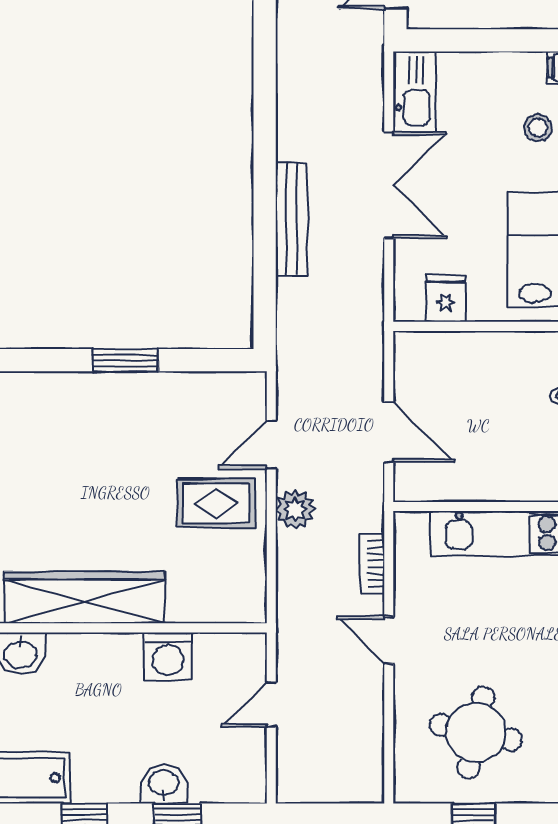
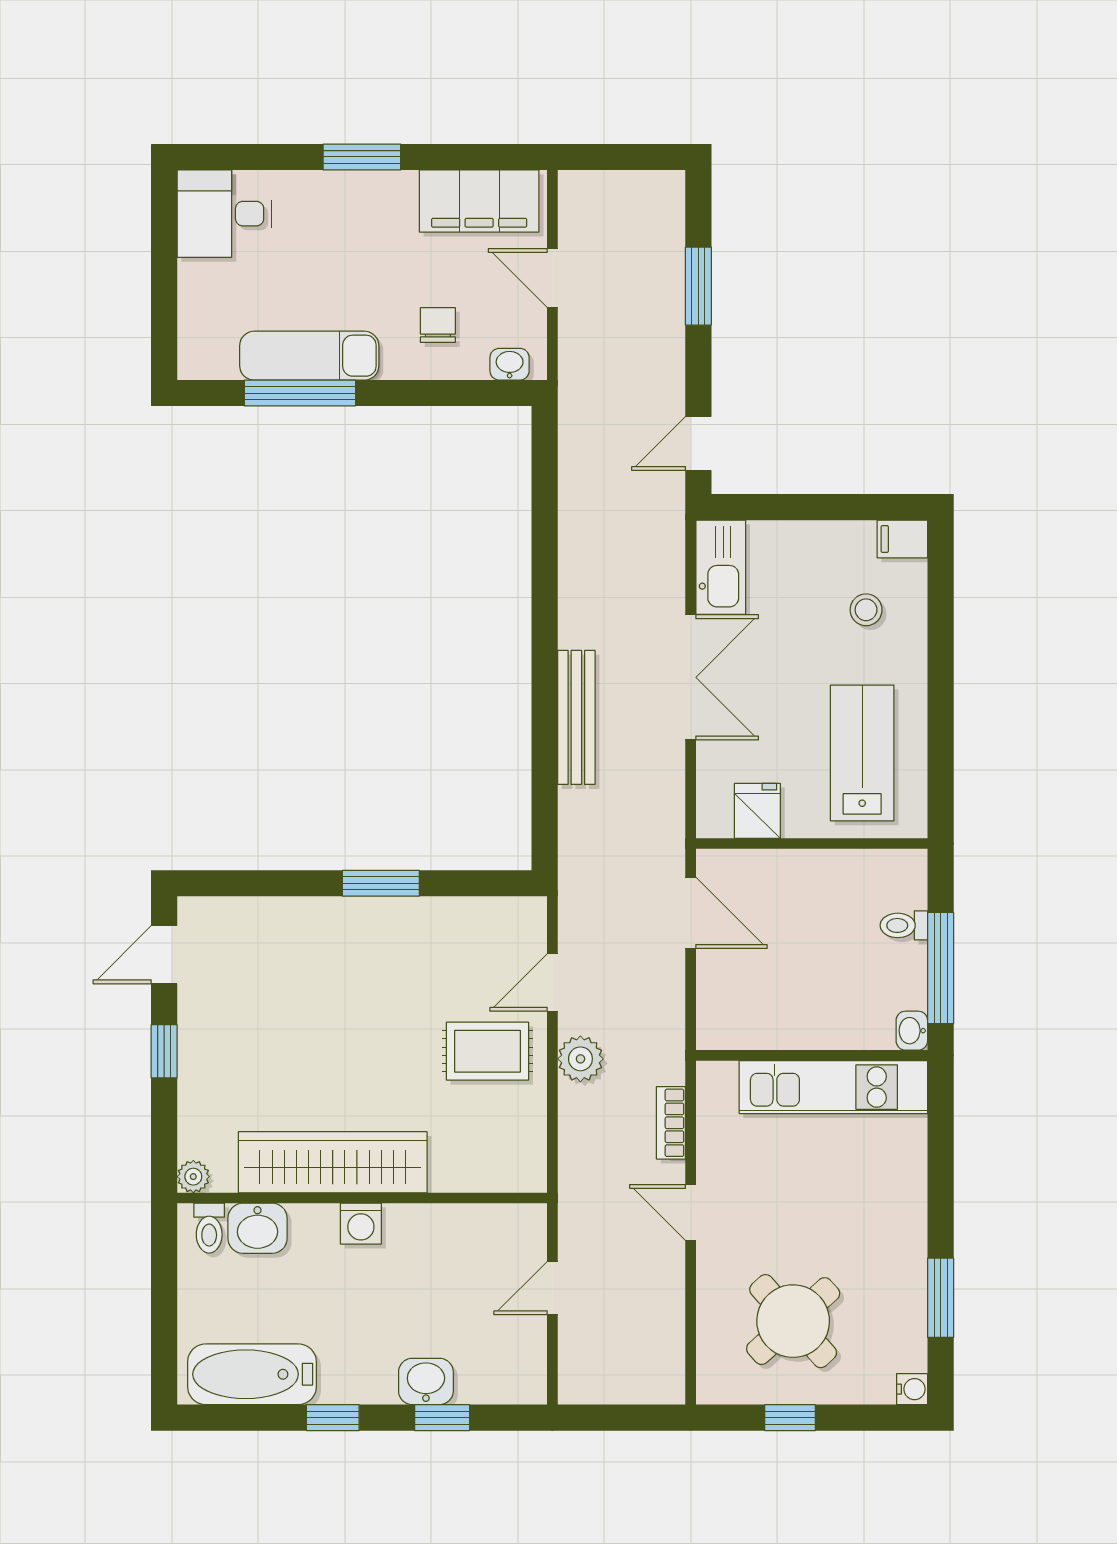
door: (389, 432) -> (691, 913), moved
washing machine: (168, 656) -> (361, 1224), moved, width x0.73, depth x0.73
round table: (476, 733) -> (793, 1321), turned 36

